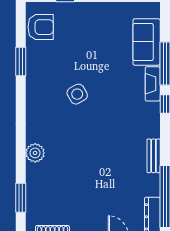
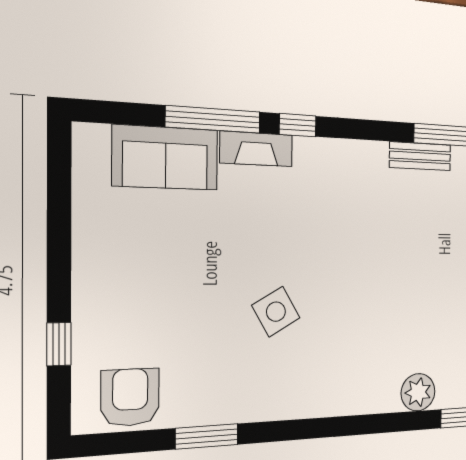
plant: (35, 153) -> (418, 392), moved
bench: (154, 156) -> (420, 156), moved

